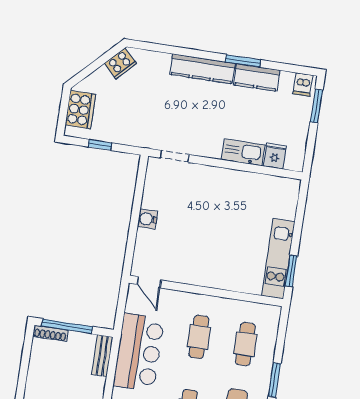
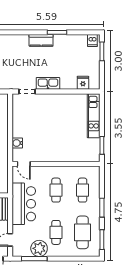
kitchen counter: (202, 69) -> (41, 40), width x0.67
kitchen counter: (257, 78) -> (66, 41), removed
kitchen sink: (243, 152) -> (48, 83), moved
water cooler: (147, 219) -> (17, 143), moved
kitchen unit: (278, 259) -> (94, 116), moved

